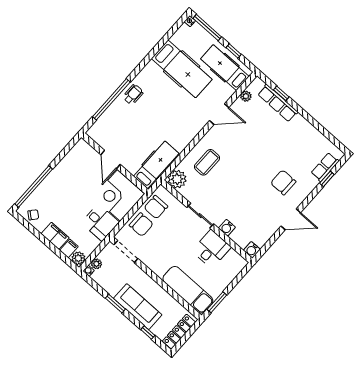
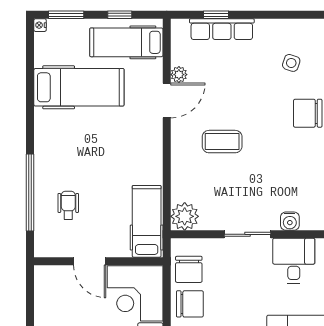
window: (207, 28) -> (66, 15), width x0.69
wheelchair: (133, 95) -> (68, 205), moved
plant: (246, 96) -> (179, 75), moved
side table: (297, 150) -> (291, 63), added
coffee table: (207, 162) -> (222, 142), moved, turned 90

